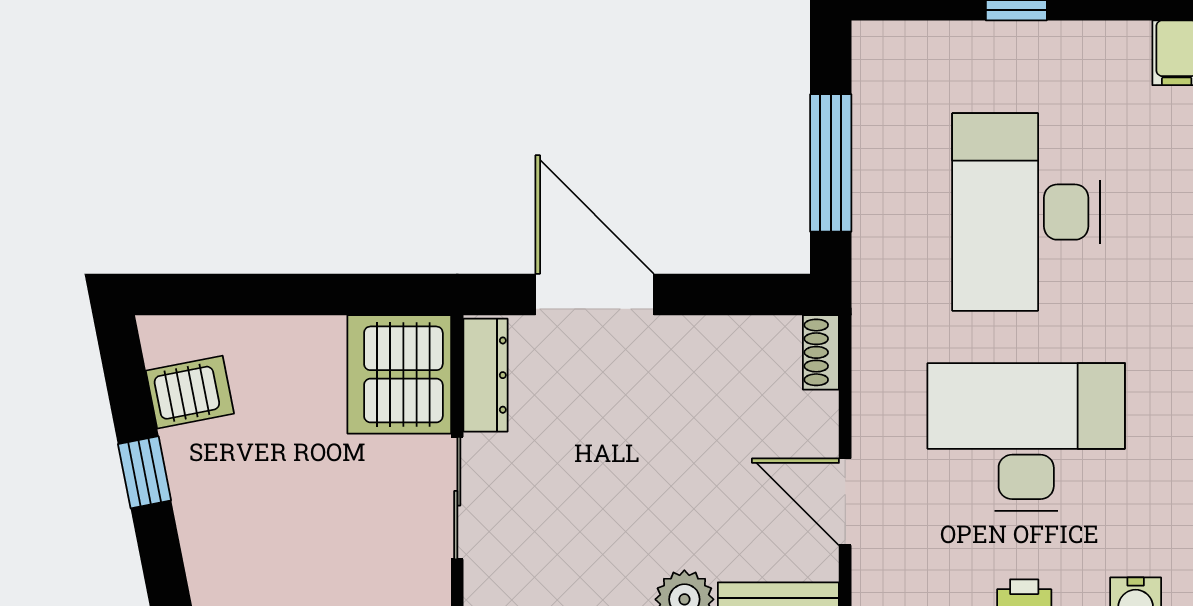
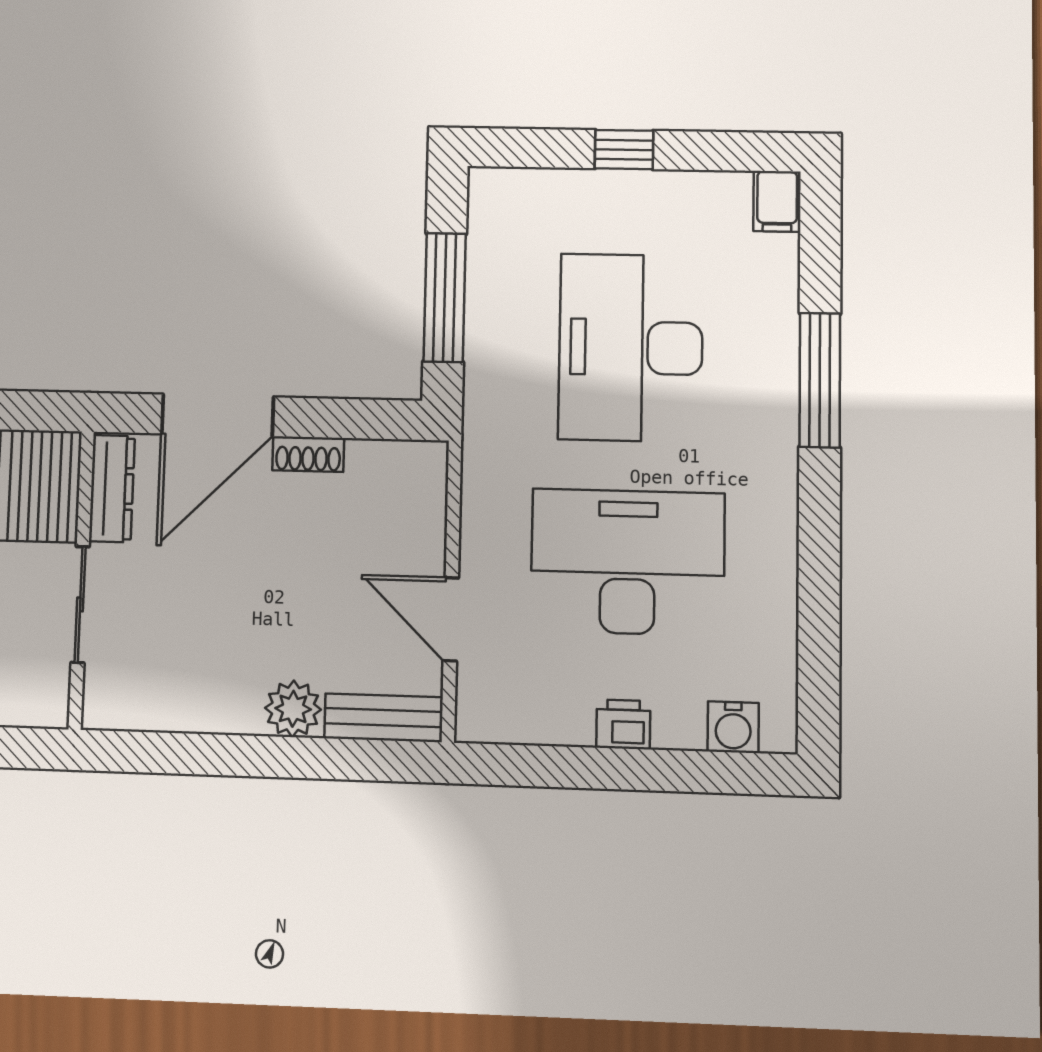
door: (595, 295) -> (218, 415), swing flipped
shoe rack: (821, 352) -> (308, 454), moved, turned -90

